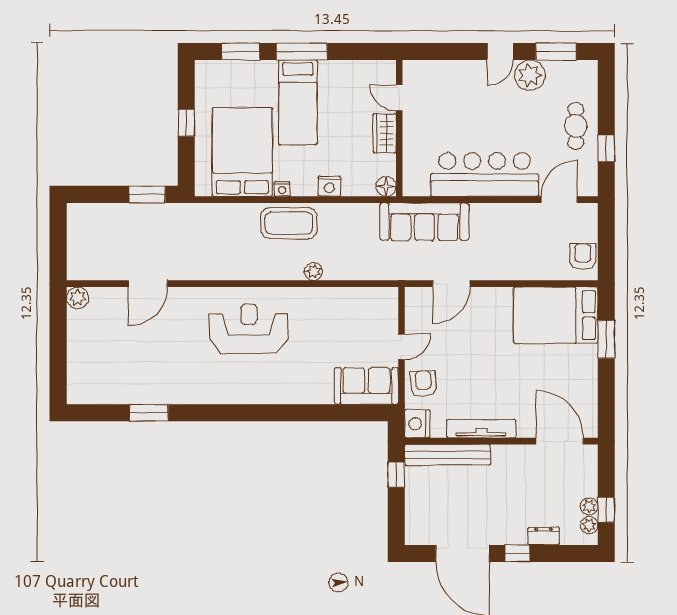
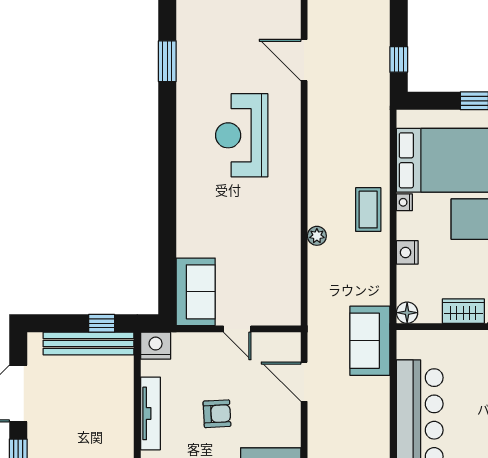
window: (147, 194) -> (399, 59), width x0.67
sofa: (424, 222) -> (370, 341), width x0.73
coffee table: (289, 223) -> (368, 210), width x0.73, depth x0.76
reception desk: (249, 329) -> (242, 135), moved, turned 180
armchair: (423, 384) -> (217, 414), moved
bench: (447, 455) -> (88, 344), moved, turned 90

